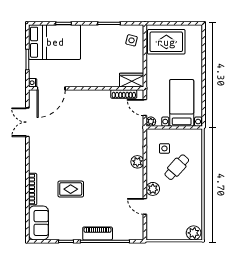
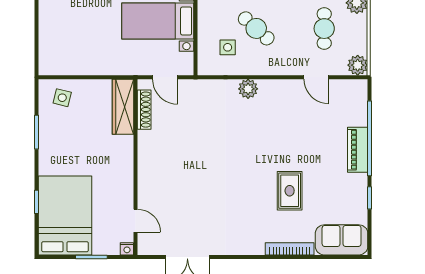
rug: (166, 42) -> (64, 45), removed
wardrobe: (132, 80) -> (123, 107), width x1.50
door: (51, 88) -> (136, 221), width x0.53
door: (145, 108) -> (165, 77), hinge flipped
plant: (151, 122) -> (186, 68), removed
plant: (153, 189) -> (358, 65), moved
door: (145, 206) -> (316, 77), hinge flipped
cafe table: (177, 212) -> (324, 29), added

